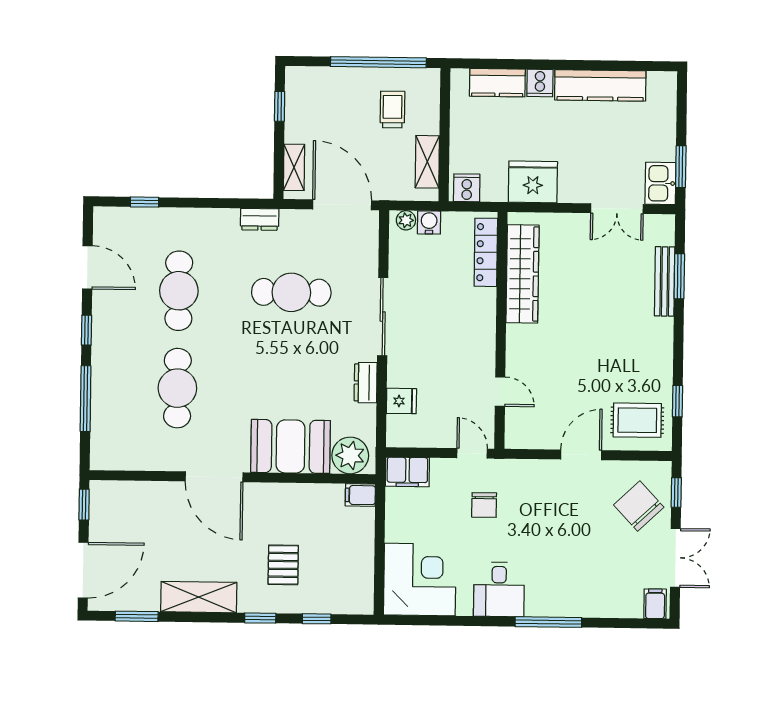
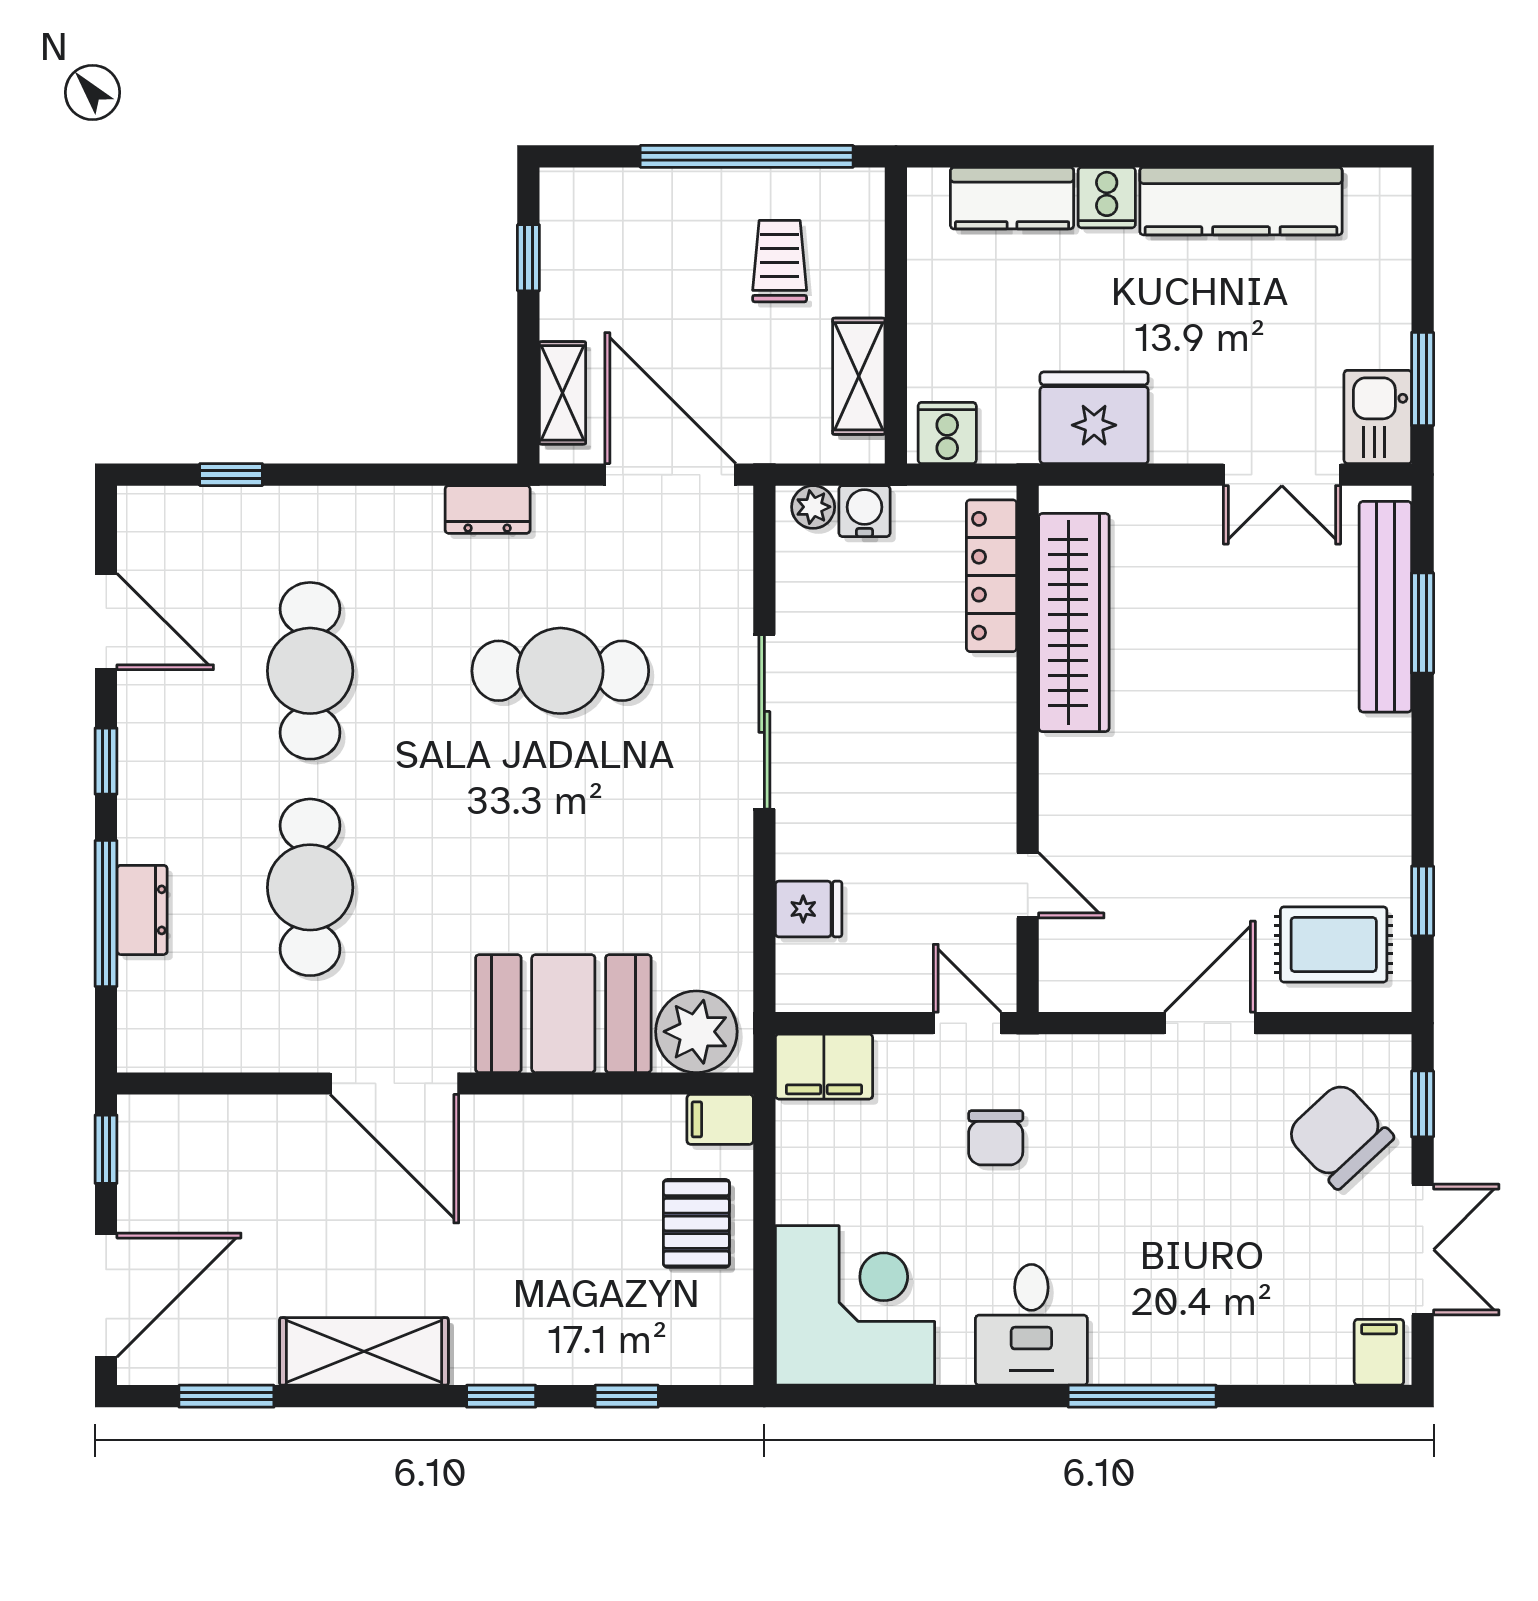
bench: (665, 281) -> (1385, 607), width x1.37, depth x1.21
dresser: (366, 383) -> (142, 910), moved, turned 180
pallet: (283, 565) -> (696, 1223), moved

